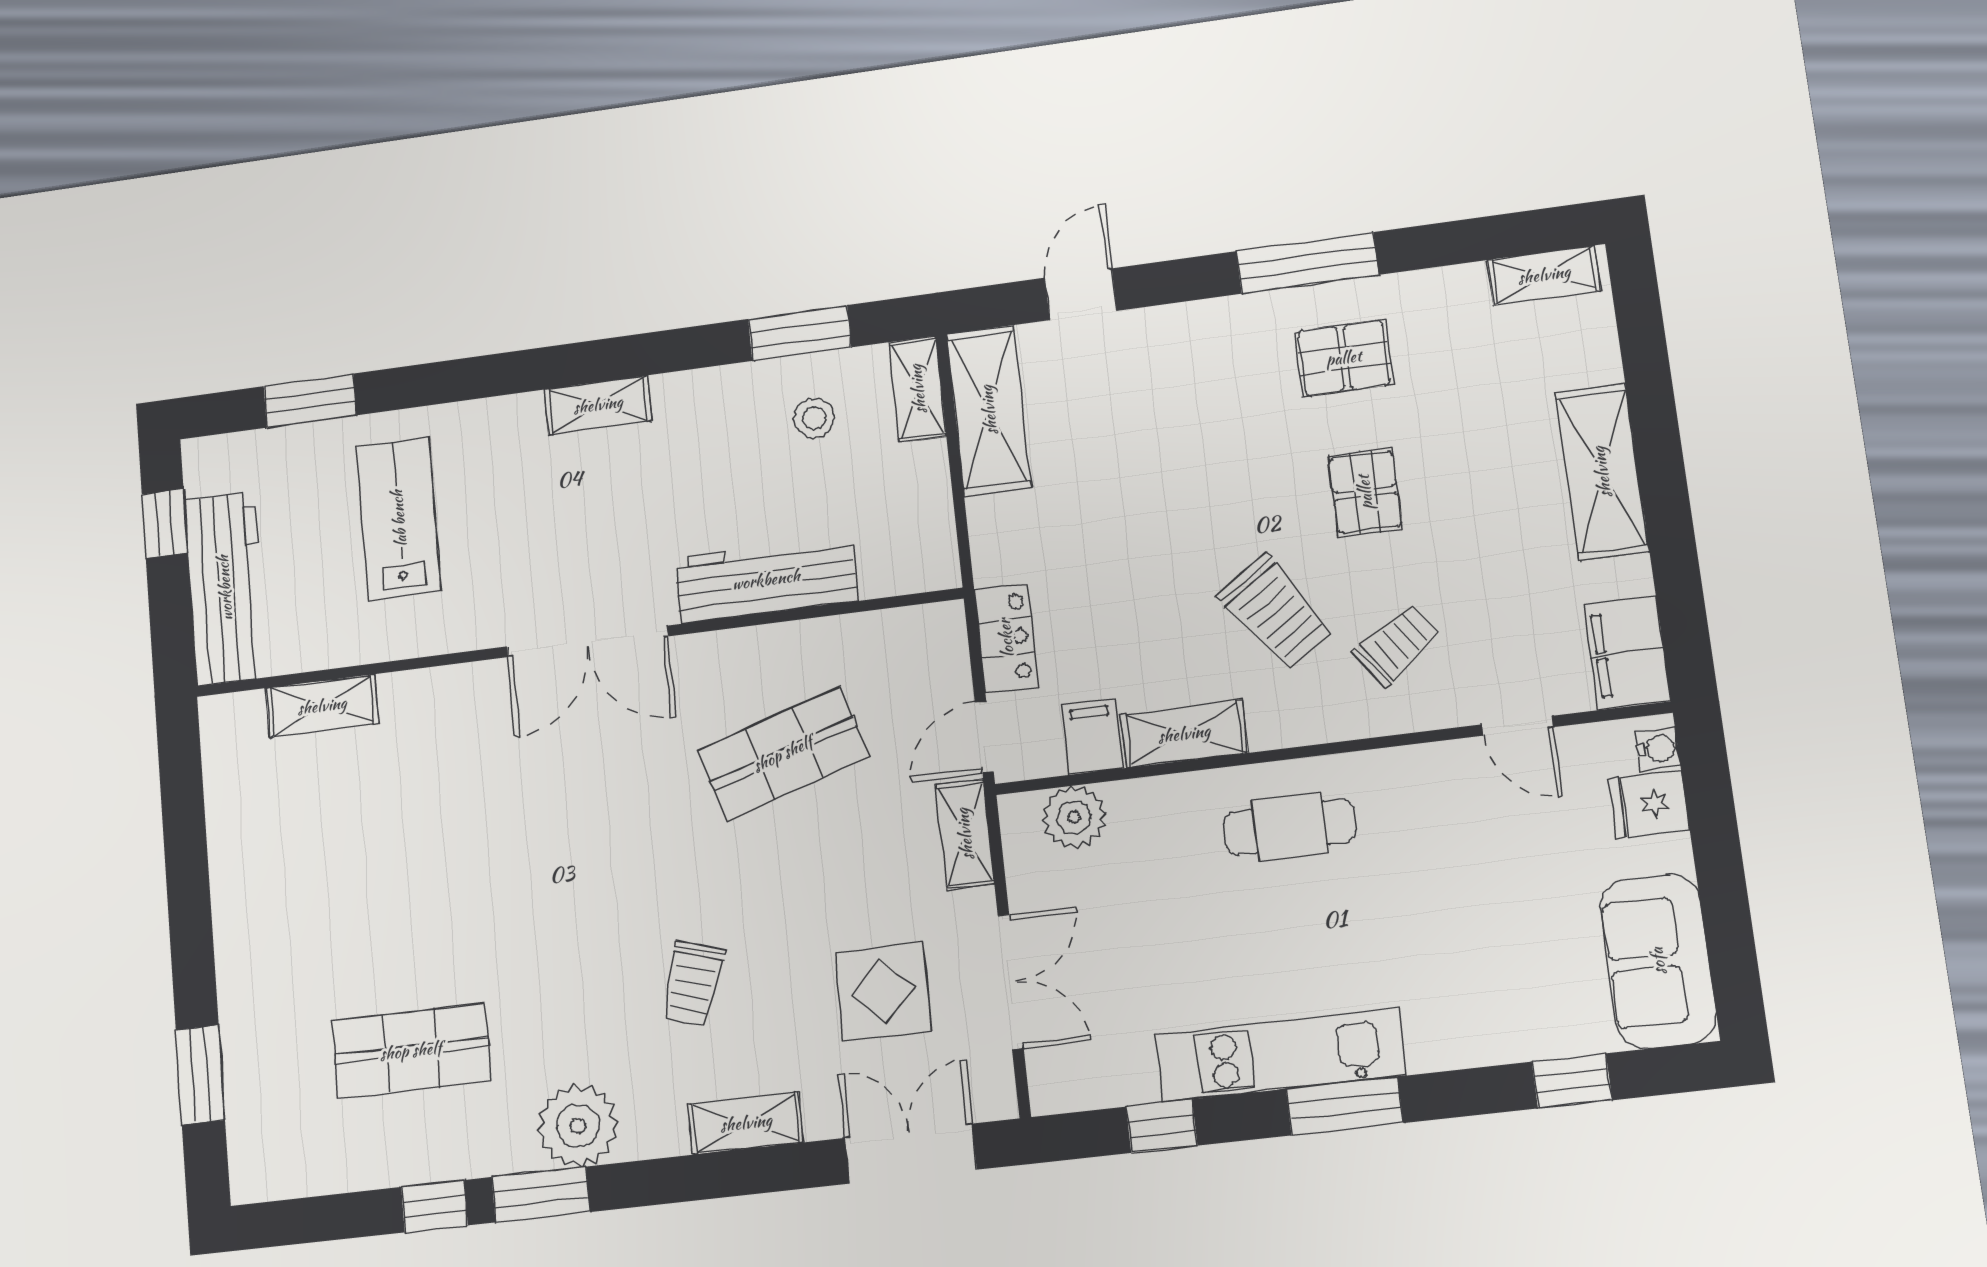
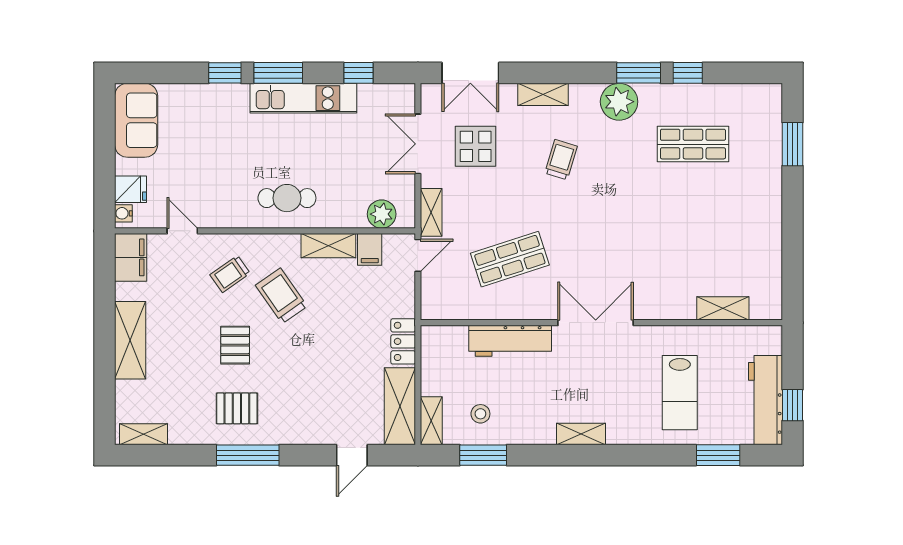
workbench: (225, 588) -> (765, 400), moved
locker: (1006, 638) -> (403, 341), moved
window: (1572, 1081) -> (225, 73), moved

